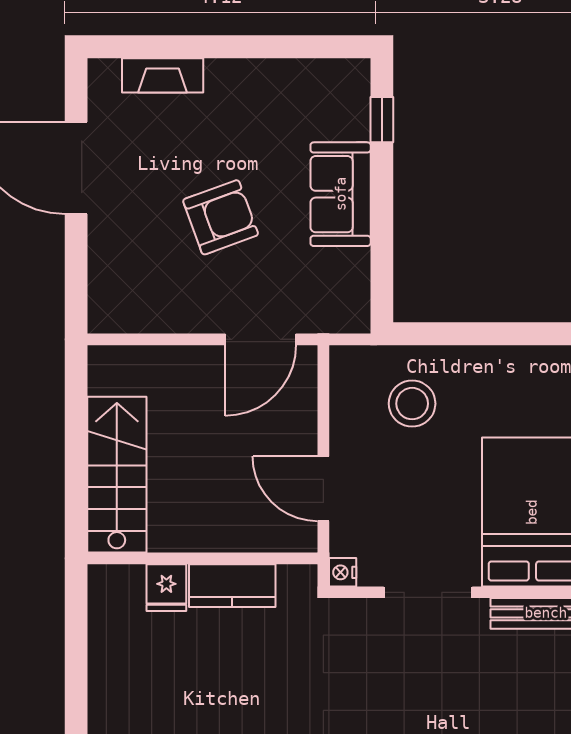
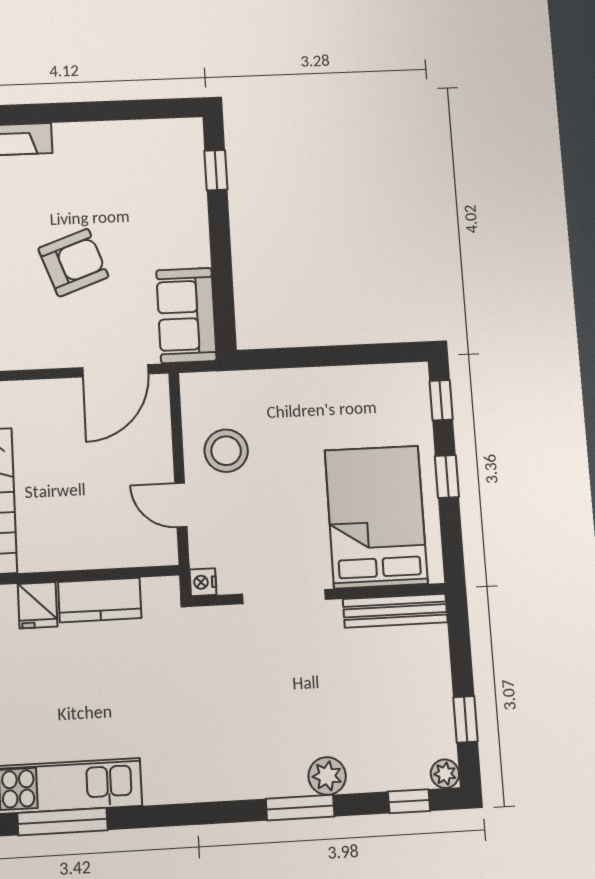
sofa: (341, 194) -> (186, 315), moved
stool: (412, 404) -> (226, 451), moved
door: (323, 489) -> (181, 505), width x0.73

